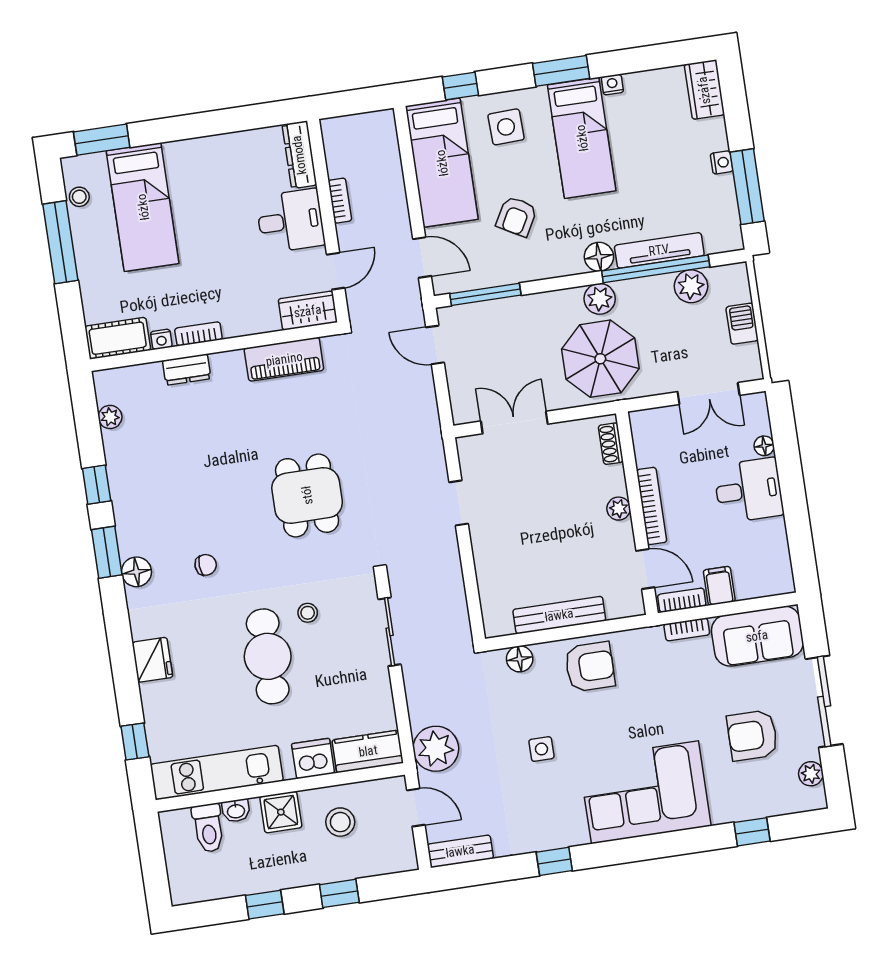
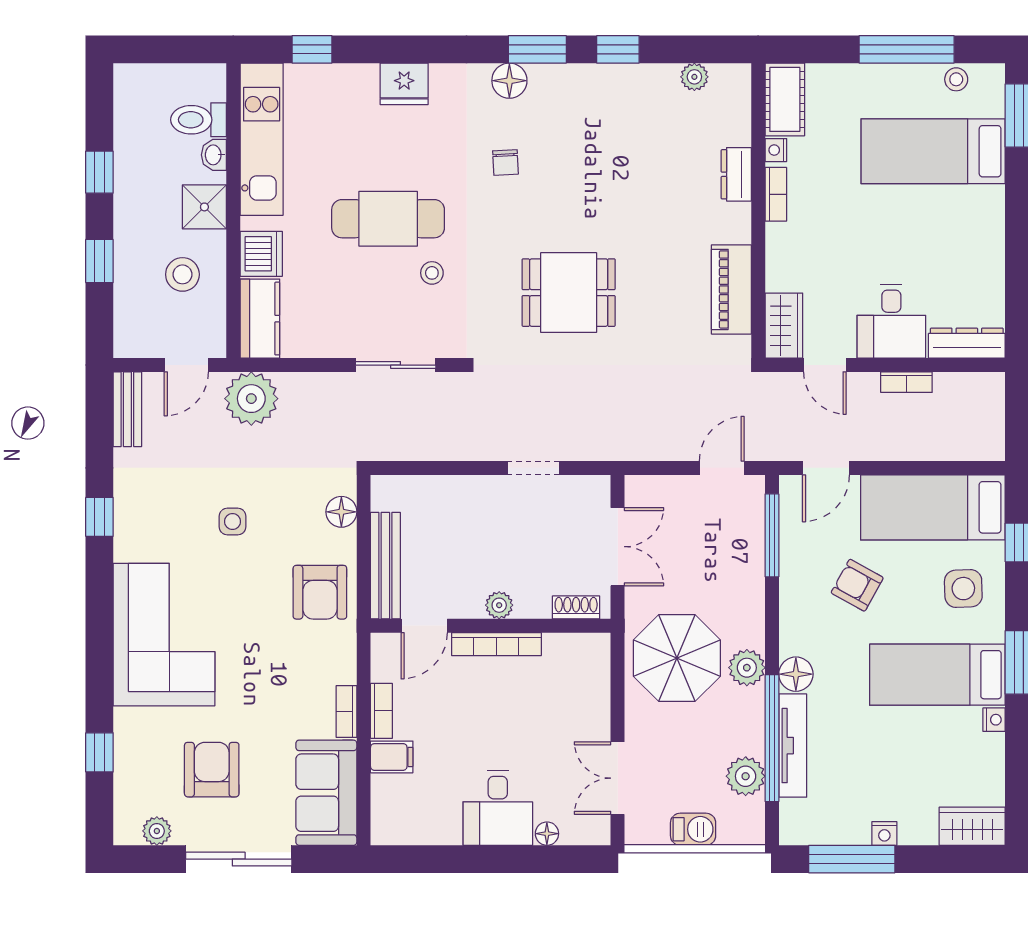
shoe rack: (611, 444) -> (576, 607), moved
bookcase: (652, 506) -> (496, 644), moved
plant: (619, 509) -> (499, 605), moved
wall: (637, 513) -> (491, 626), moved
door: (645, 569) -> (424, 626), moved

